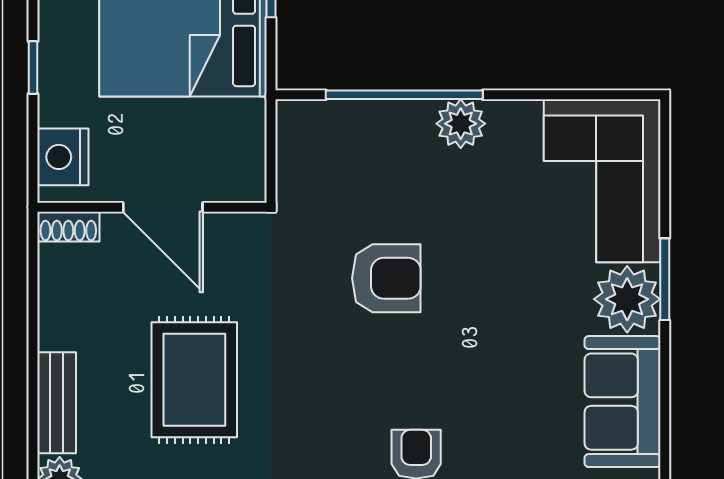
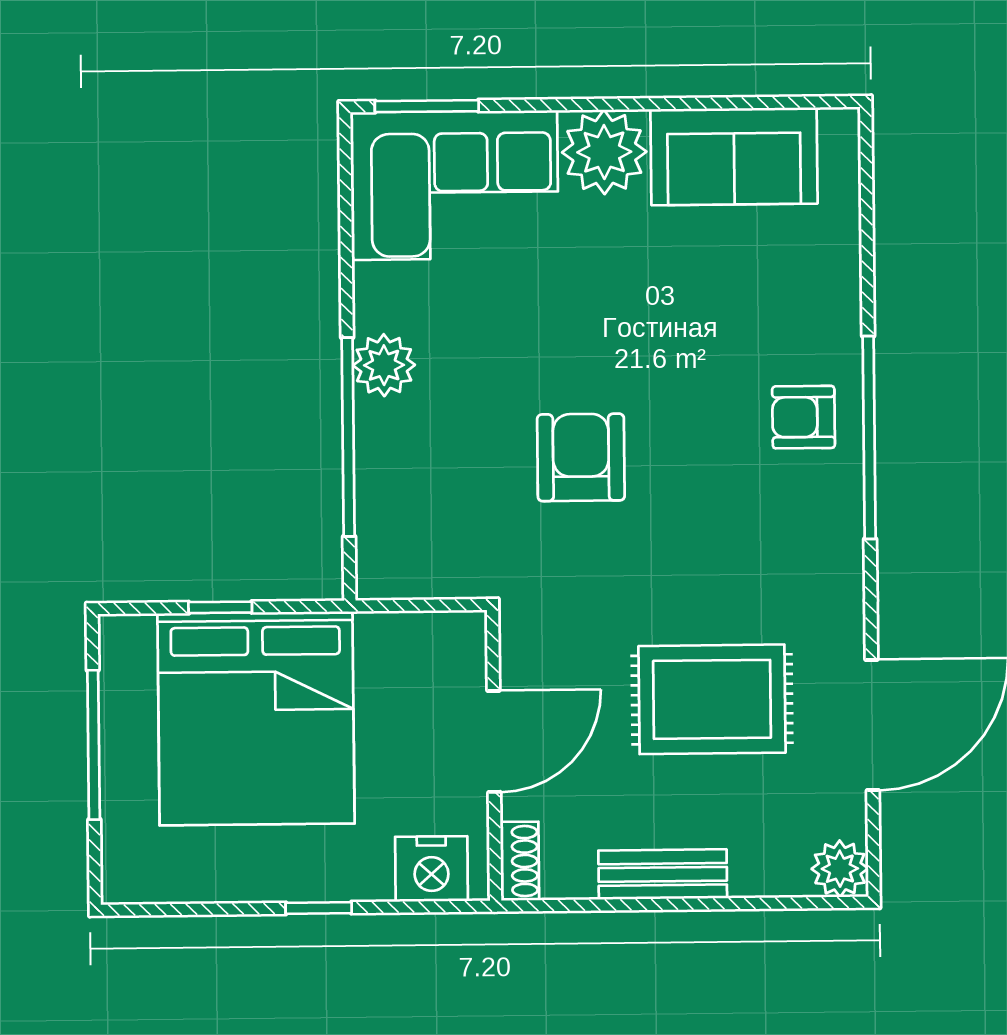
window: (665, 279) -> (427, 106), moved
bench: (57, 403) -> (663, 874), moved

